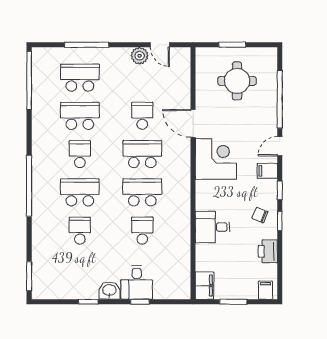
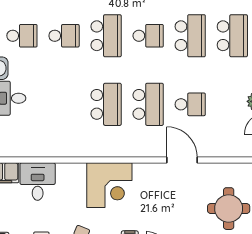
door: (193, 123) -> (182, 160), hinge flipped
corner desk: (216, 159) -> (109, 185), moved
desk: (213, 227) -> (38, 182), moved
school desk: (142, 231) -> (22, 36), moved

